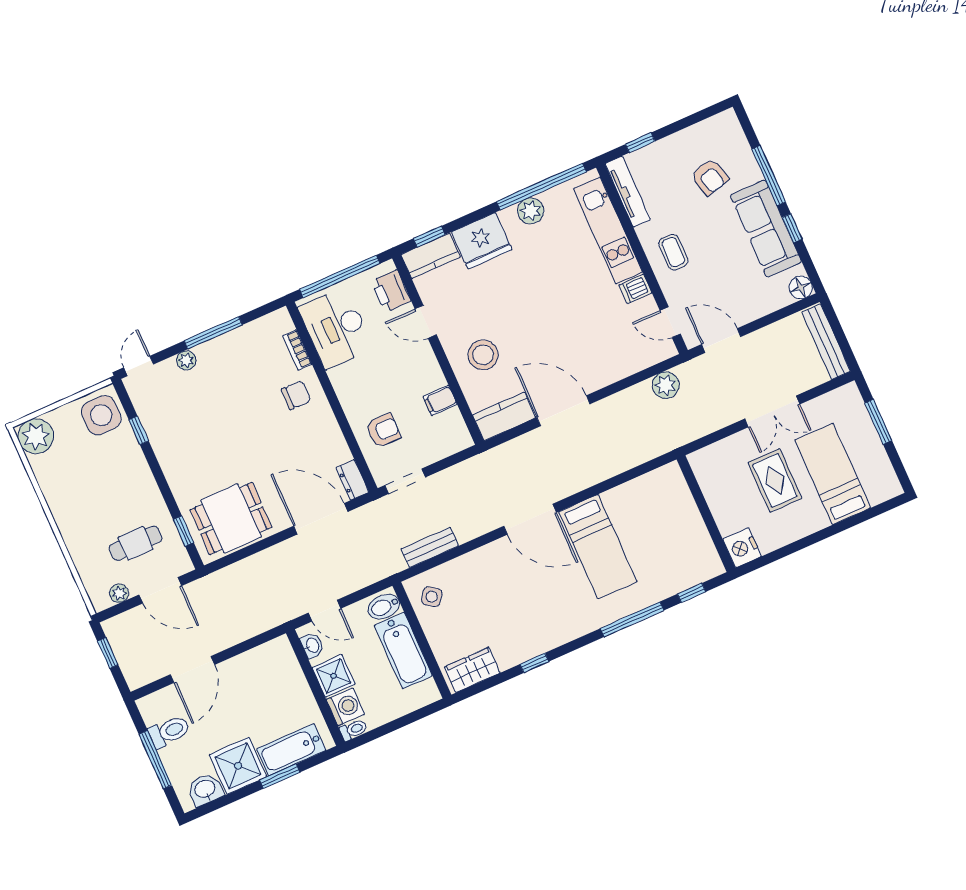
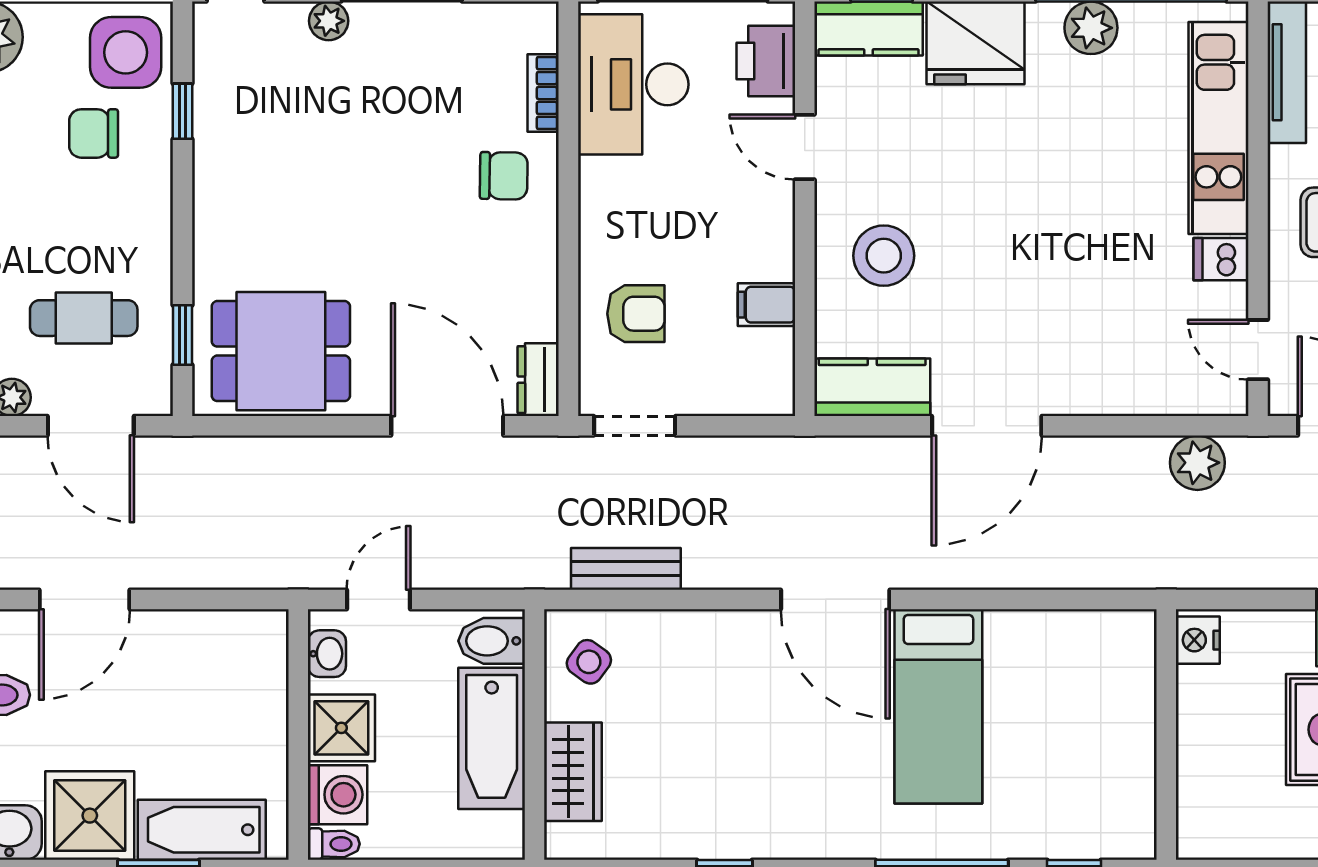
door: (563, 411) -> (987, 426), swing flipped
chair: (103, 458) -> (94, 133), added
nightstand: (742, 548) -> (1198, 640), moved, width x0.74, depth x0.75
door: (325, 611) -> (379, 599), swing flipped
wardrobe: (472, 670) -> (573, 772), moved, turned 90

